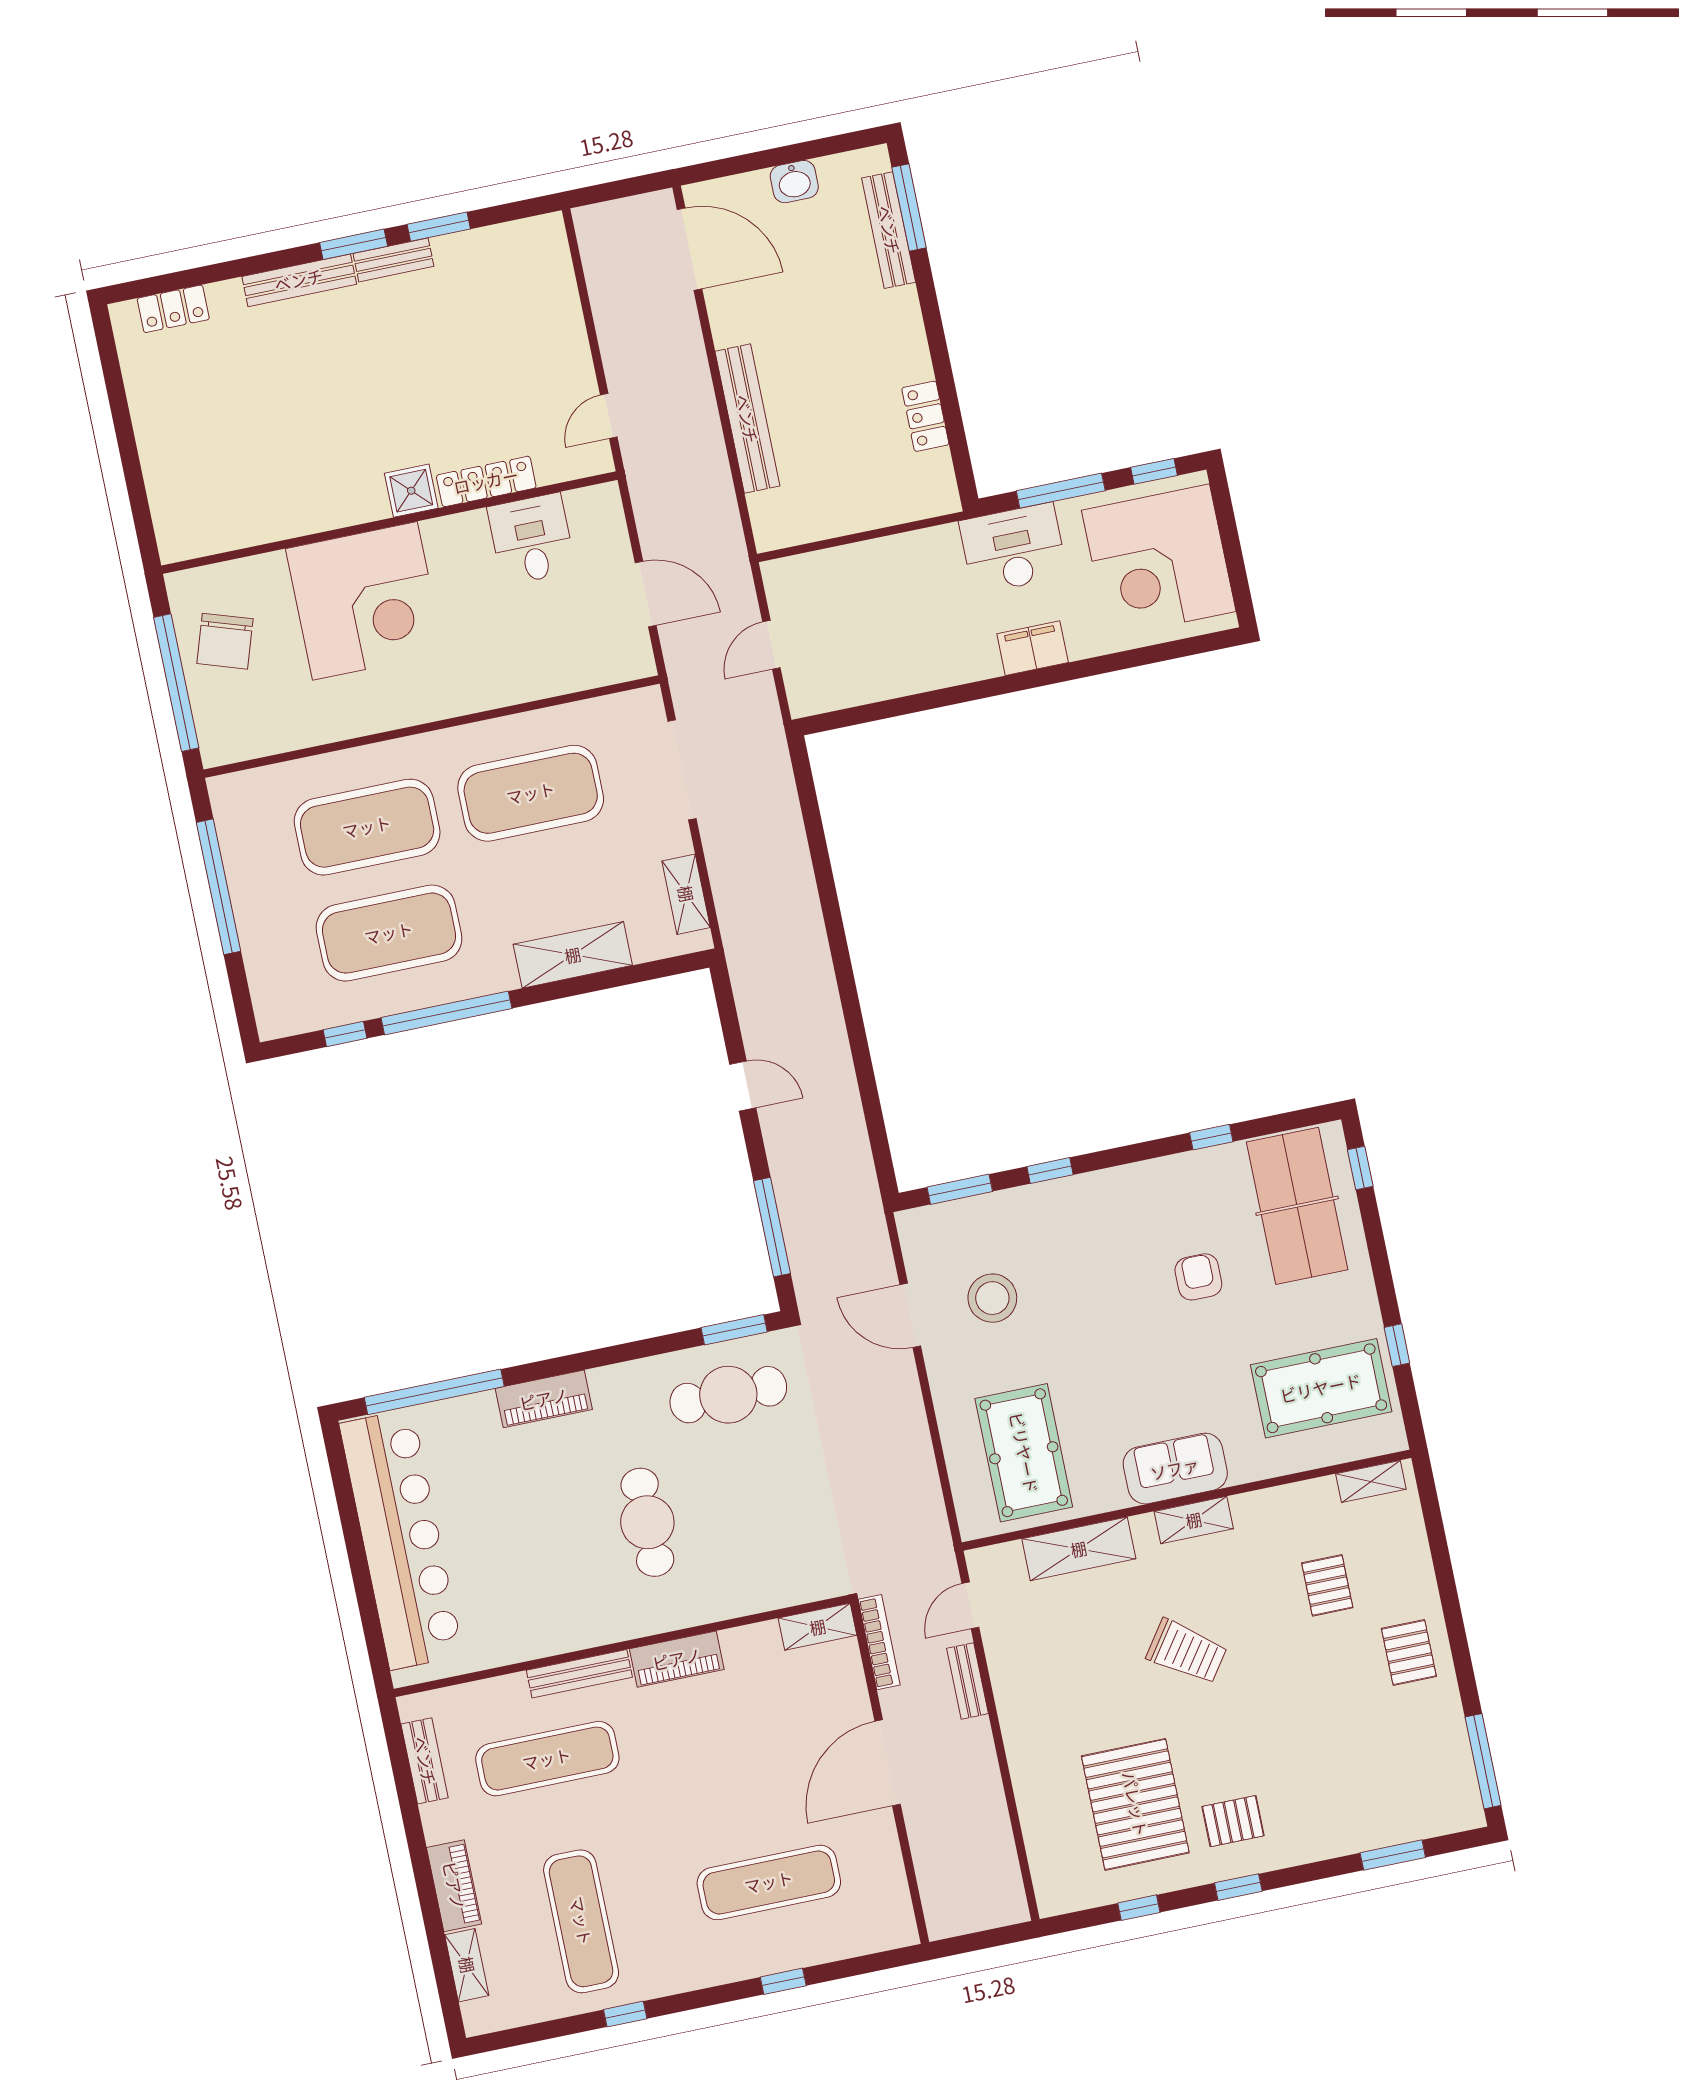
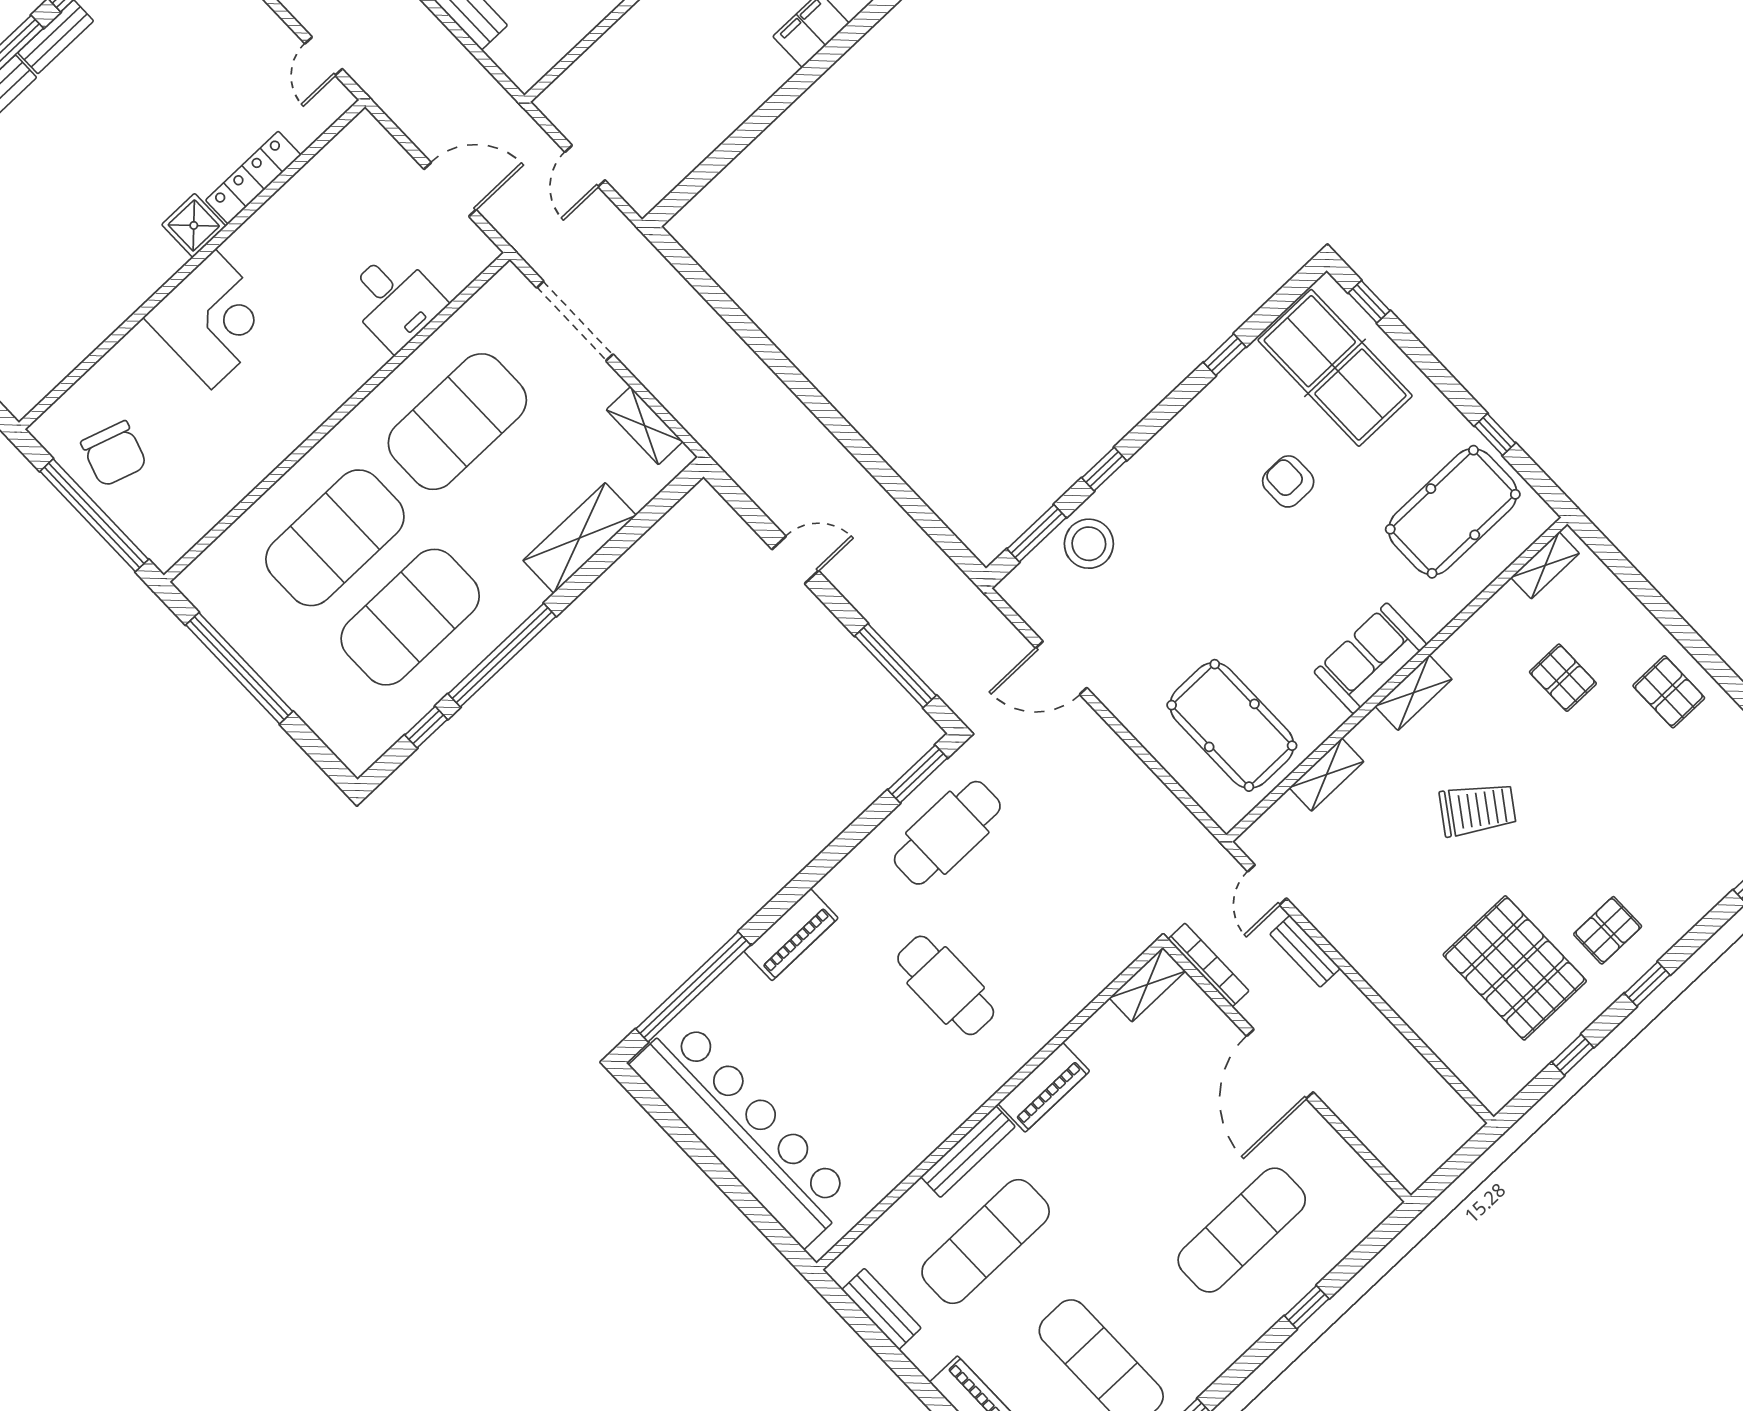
desk: (532, 539) -> (394, 300), moved, turned 180
corner desk: (365, 601) -> (213, 319), width x0.74, depth x0.74
stool: (992, 1298) -> (1089, 544), moved
shelving: (1079, 1549) -> (1327, 775), width x0.67, depth x0.75

